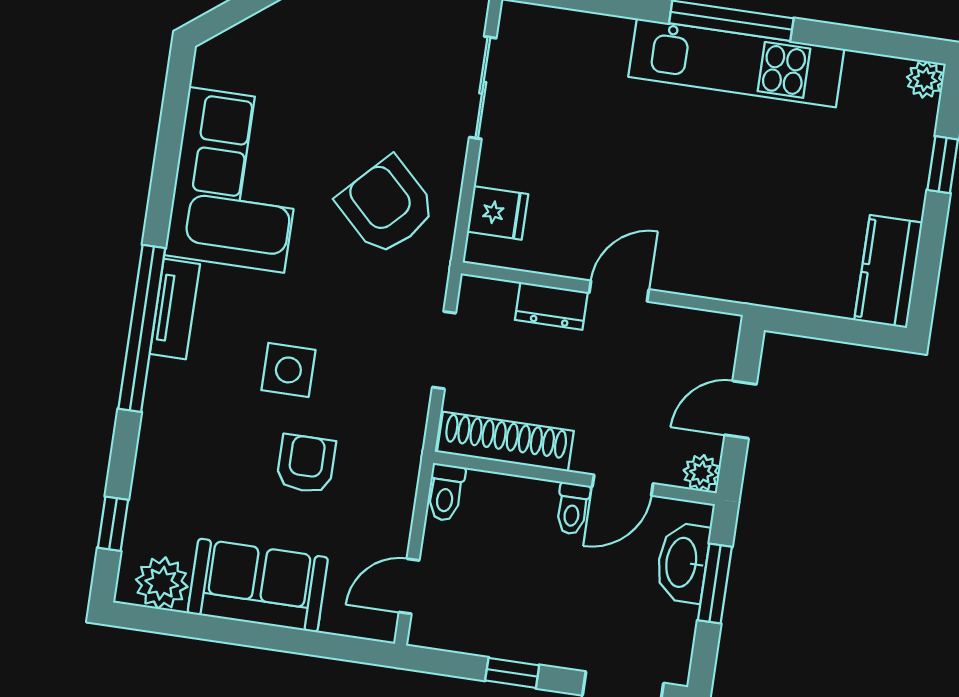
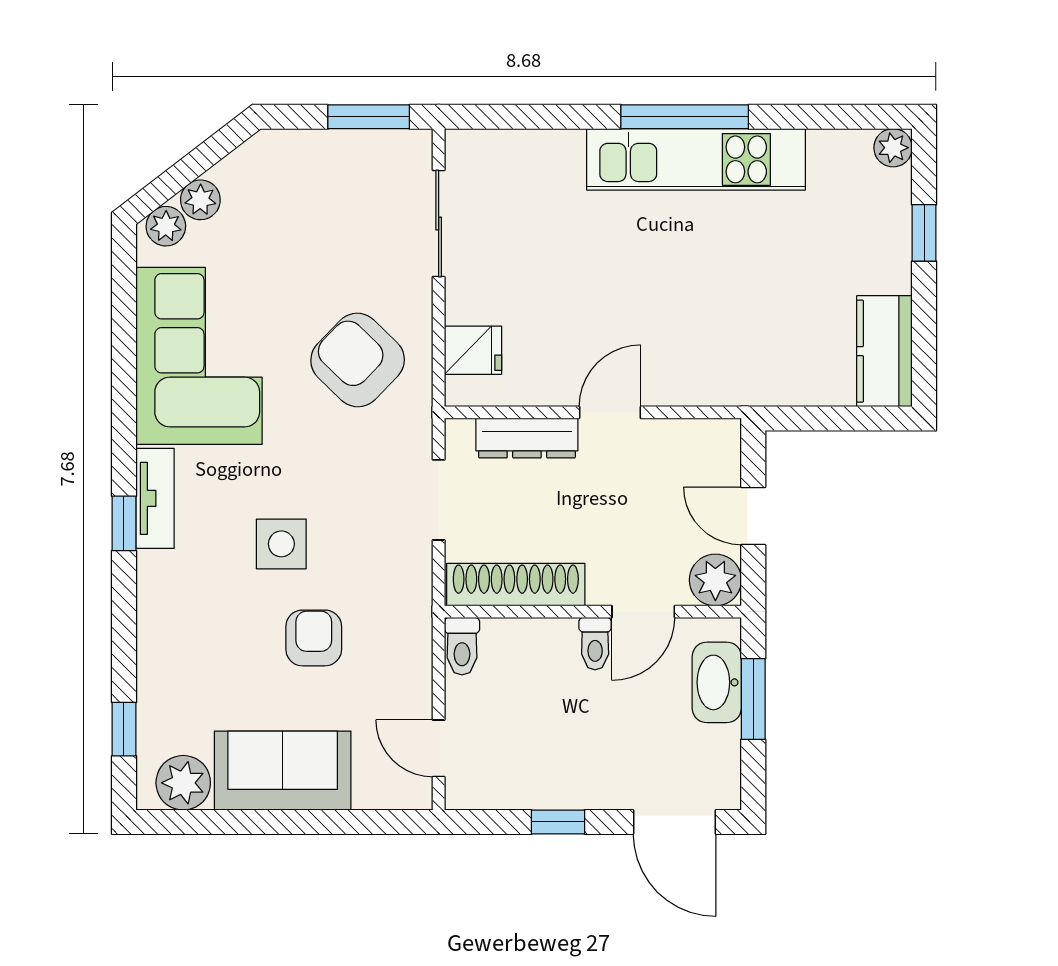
plant: (260, 32) -> (200, 200), added
plant: (223, 52) -> (166, 226), added
dresser: (551, 306) -> (527, 438), width x1.44
window: (142, 328) -> (124, 523), width x0.32
door: (741, 410) -> (753, 516), hinge flipped
plant: (701, 473) -> (715, 580), width x1.38, depth x1.38
door: (409, 586) -> (439, 748), hinge flipped

